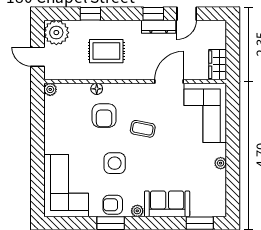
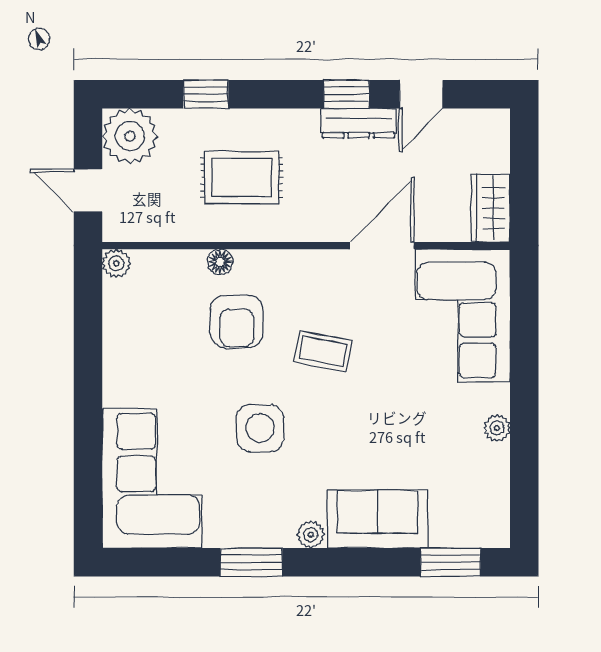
armchair: (113, 205) -> (256, 521), removed

